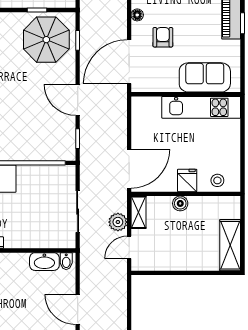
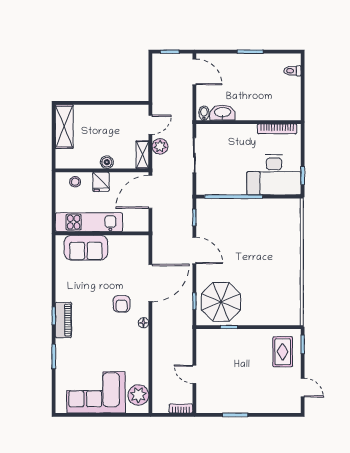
sofa: (205, 77) -> (86, 248), moved
wall: (186, 94) -> (102, 233), moved
kitchen unit: (201, 107) -> (89, 222), moved

